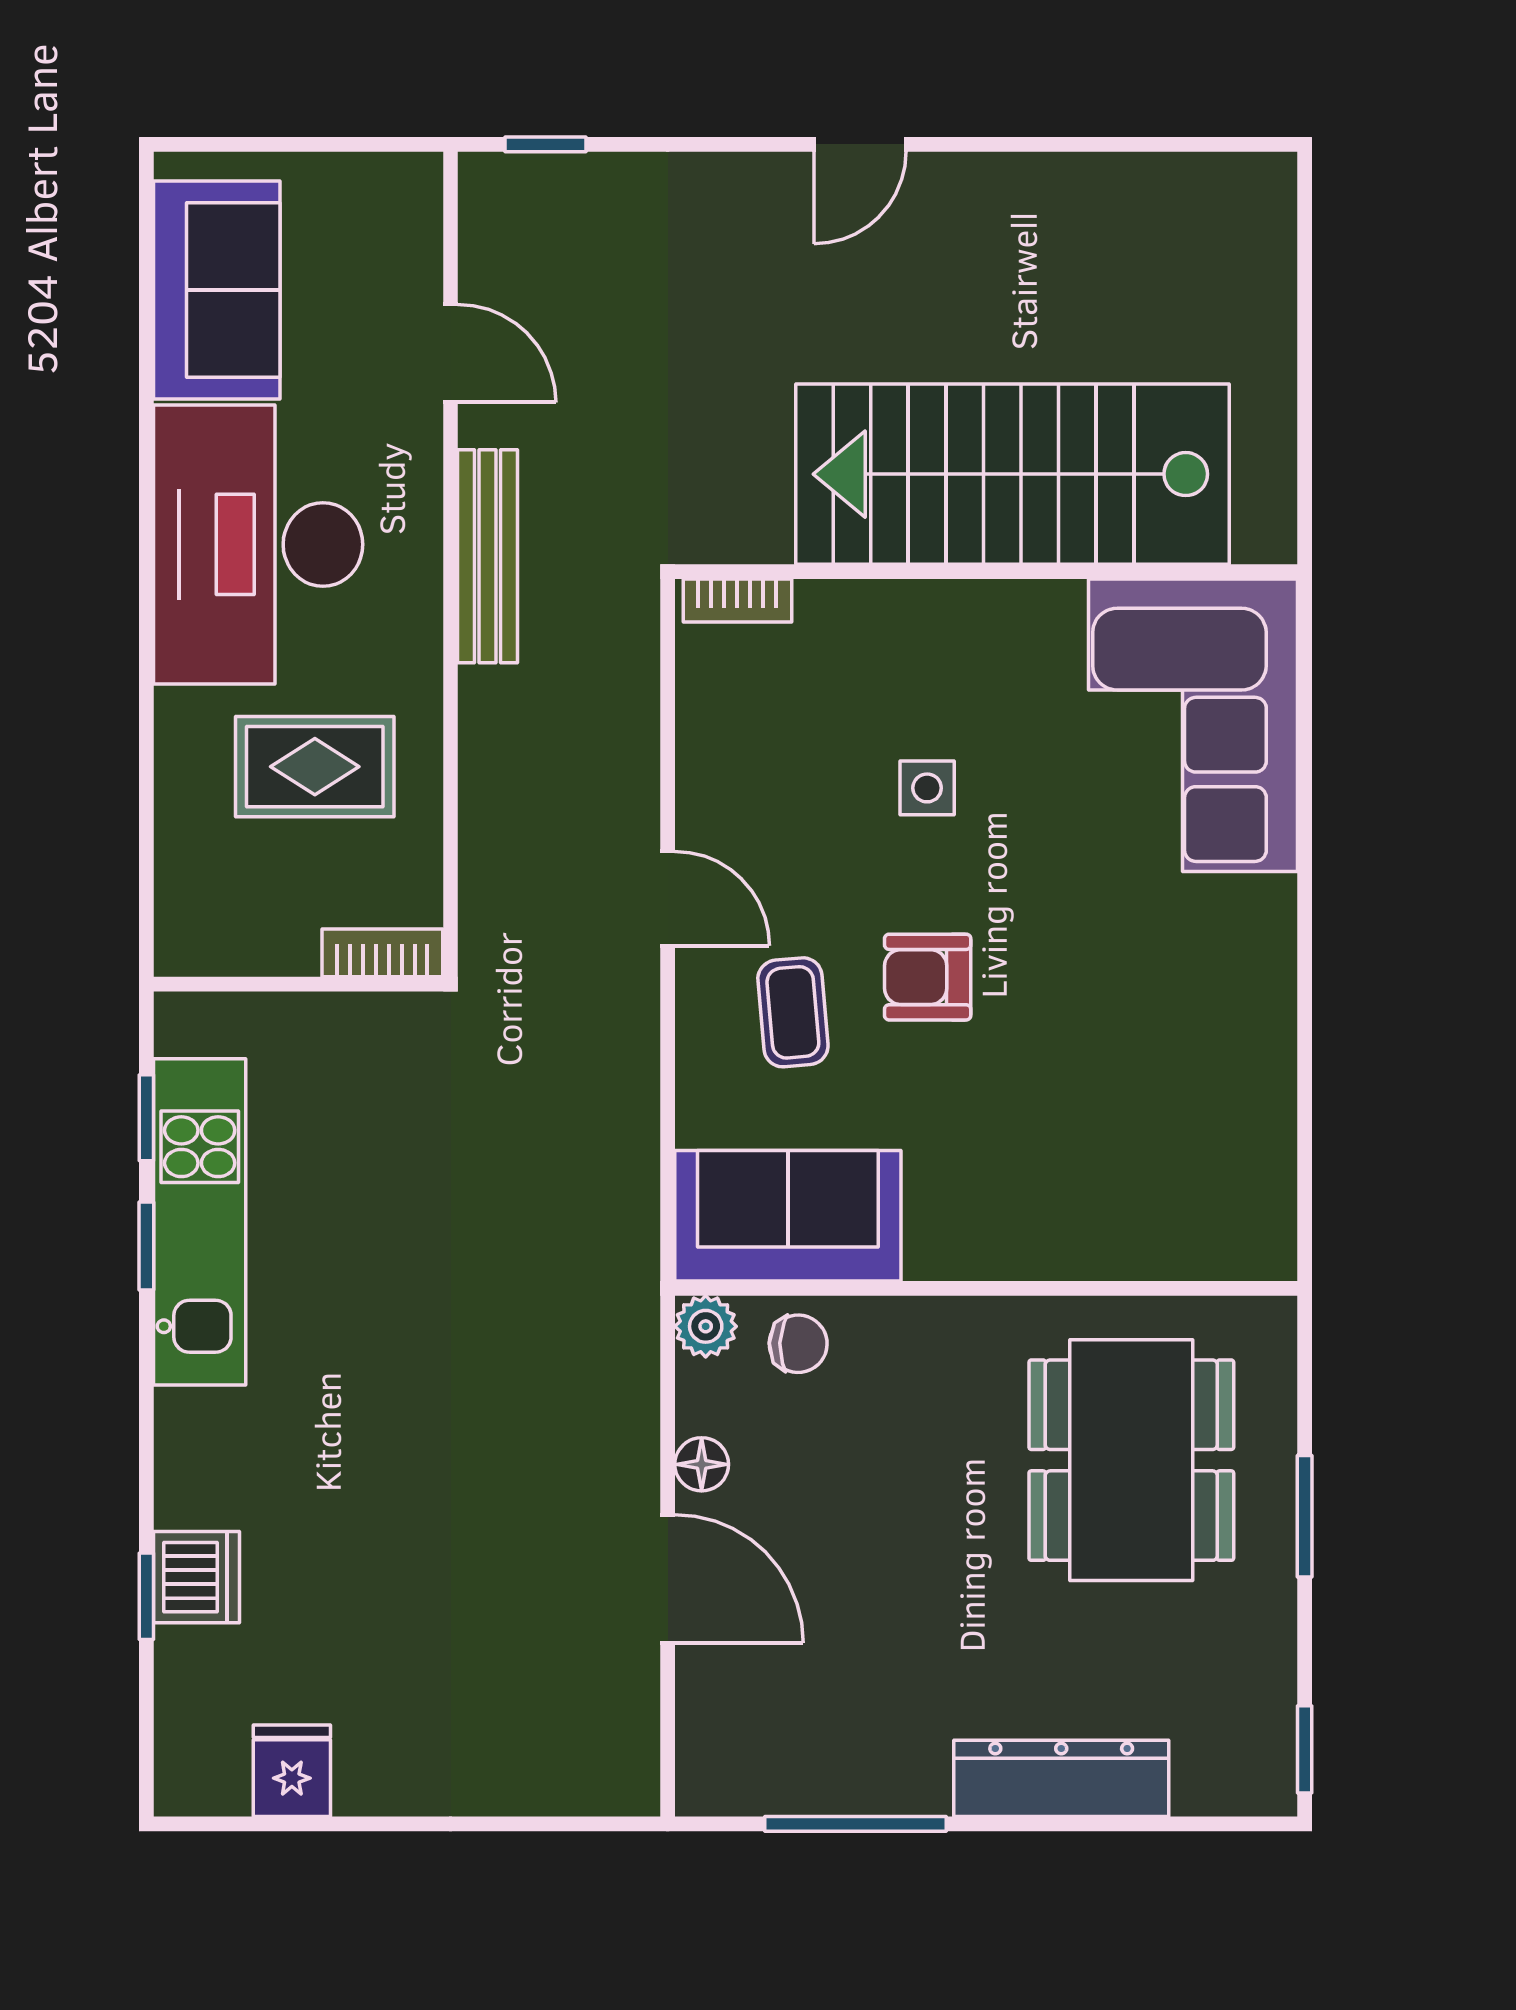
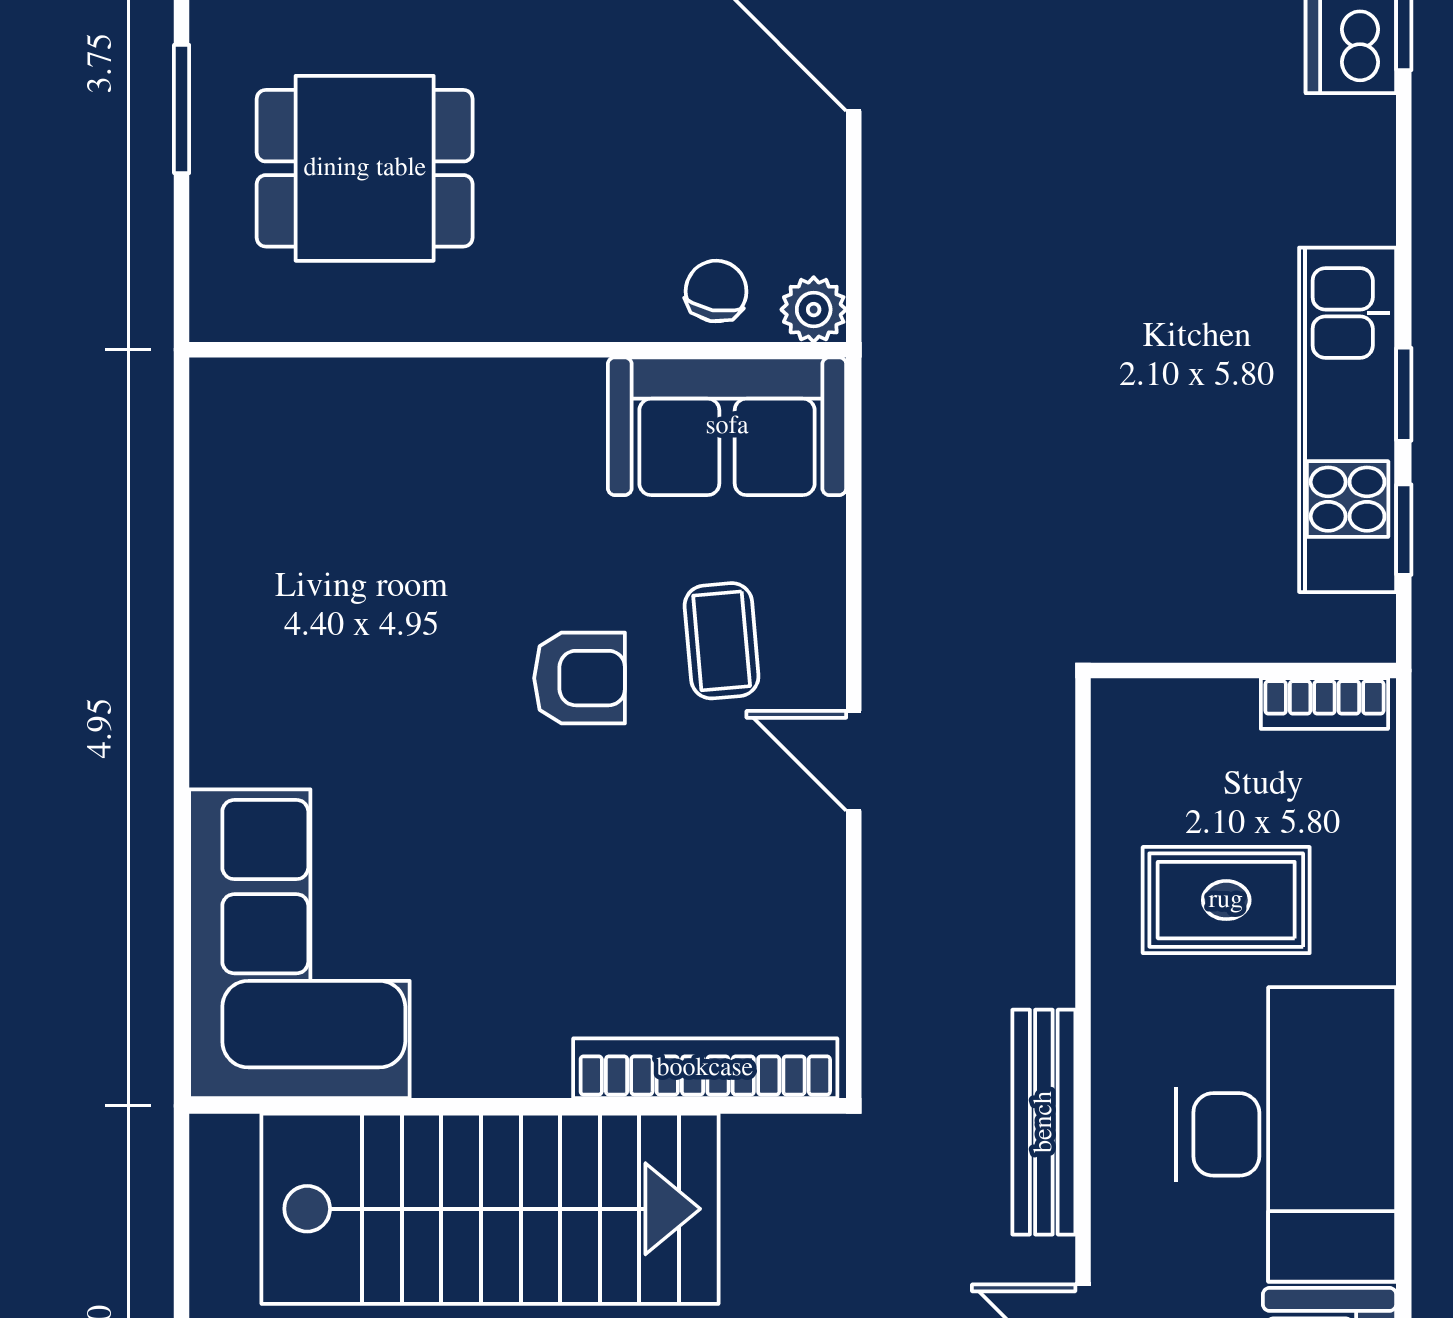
bookcase: (737, 600) -> (705, 1068), width x2.31, depth x1.31
side table: (927, 788) -> (580, 878), removed
bookcase: (382, 953) -> (1324, 704), moved
chair: (798, 1344) -> (716, 291), turned 98
dining table: (1131, 1460) -> (365, 168), width x0.73
floor lamp: (702, 1464) -> (818, 164), removed

